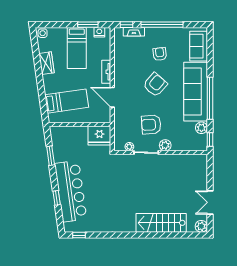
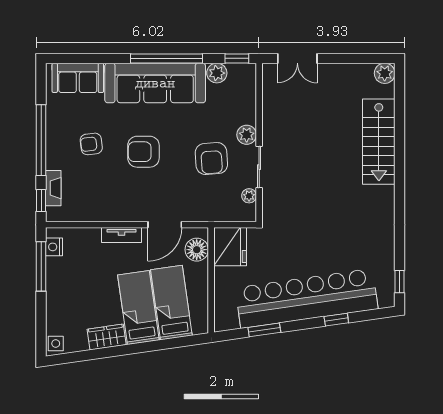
window: (88, 25) -> (41, 266), width x1.44
bed: (77, 48) -> (138, 308), moved, turned -98
armchair: (155, 85) -> (143, 152), turned -41
floor lamp: (98, 116) -> (197, 250), added
bar counter: (71, 191) -> (307, 298), width x1.36
double door: (210, 202) -> (297, 58), moved

